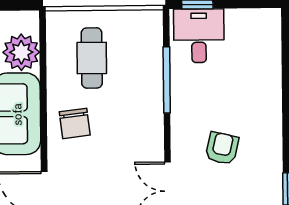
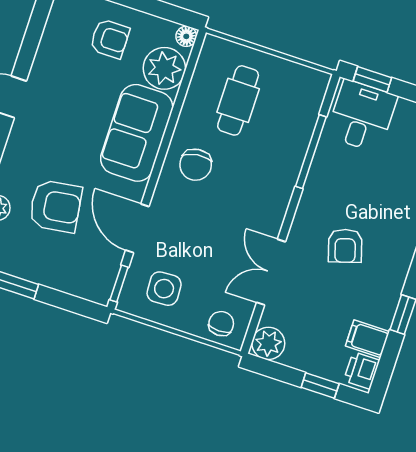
floor lamp: (30, 19) -> (186, 36), added
armchair: (222, 148) -> (345, 246), turned 150

